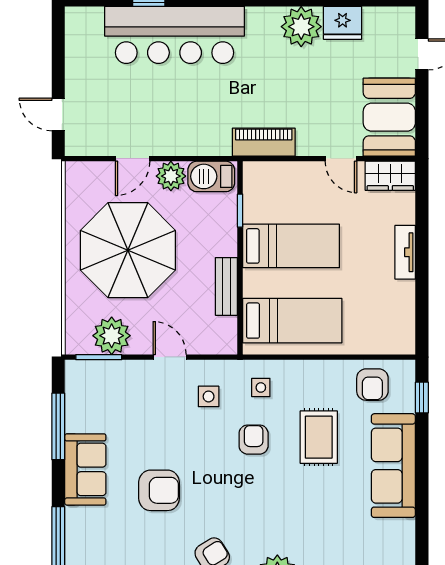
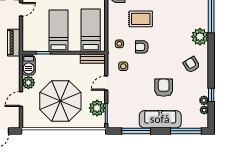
door: (133, 159) -> (21, 99), swing flipped
bench: (226, 286) -> (93, 59), moved
sofa: (85, 469) -> (160, 119), width x1.36

